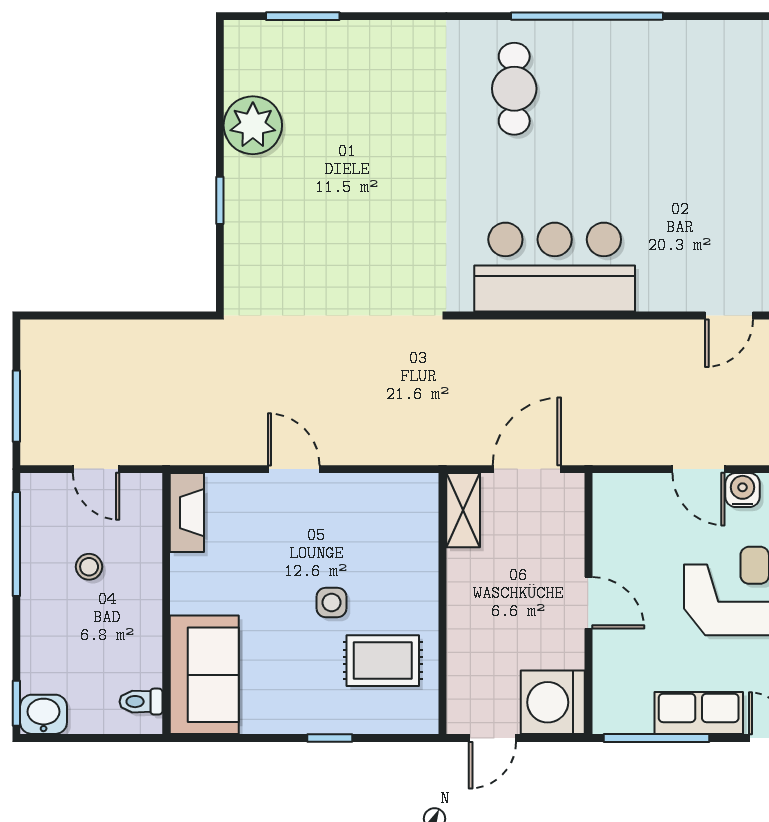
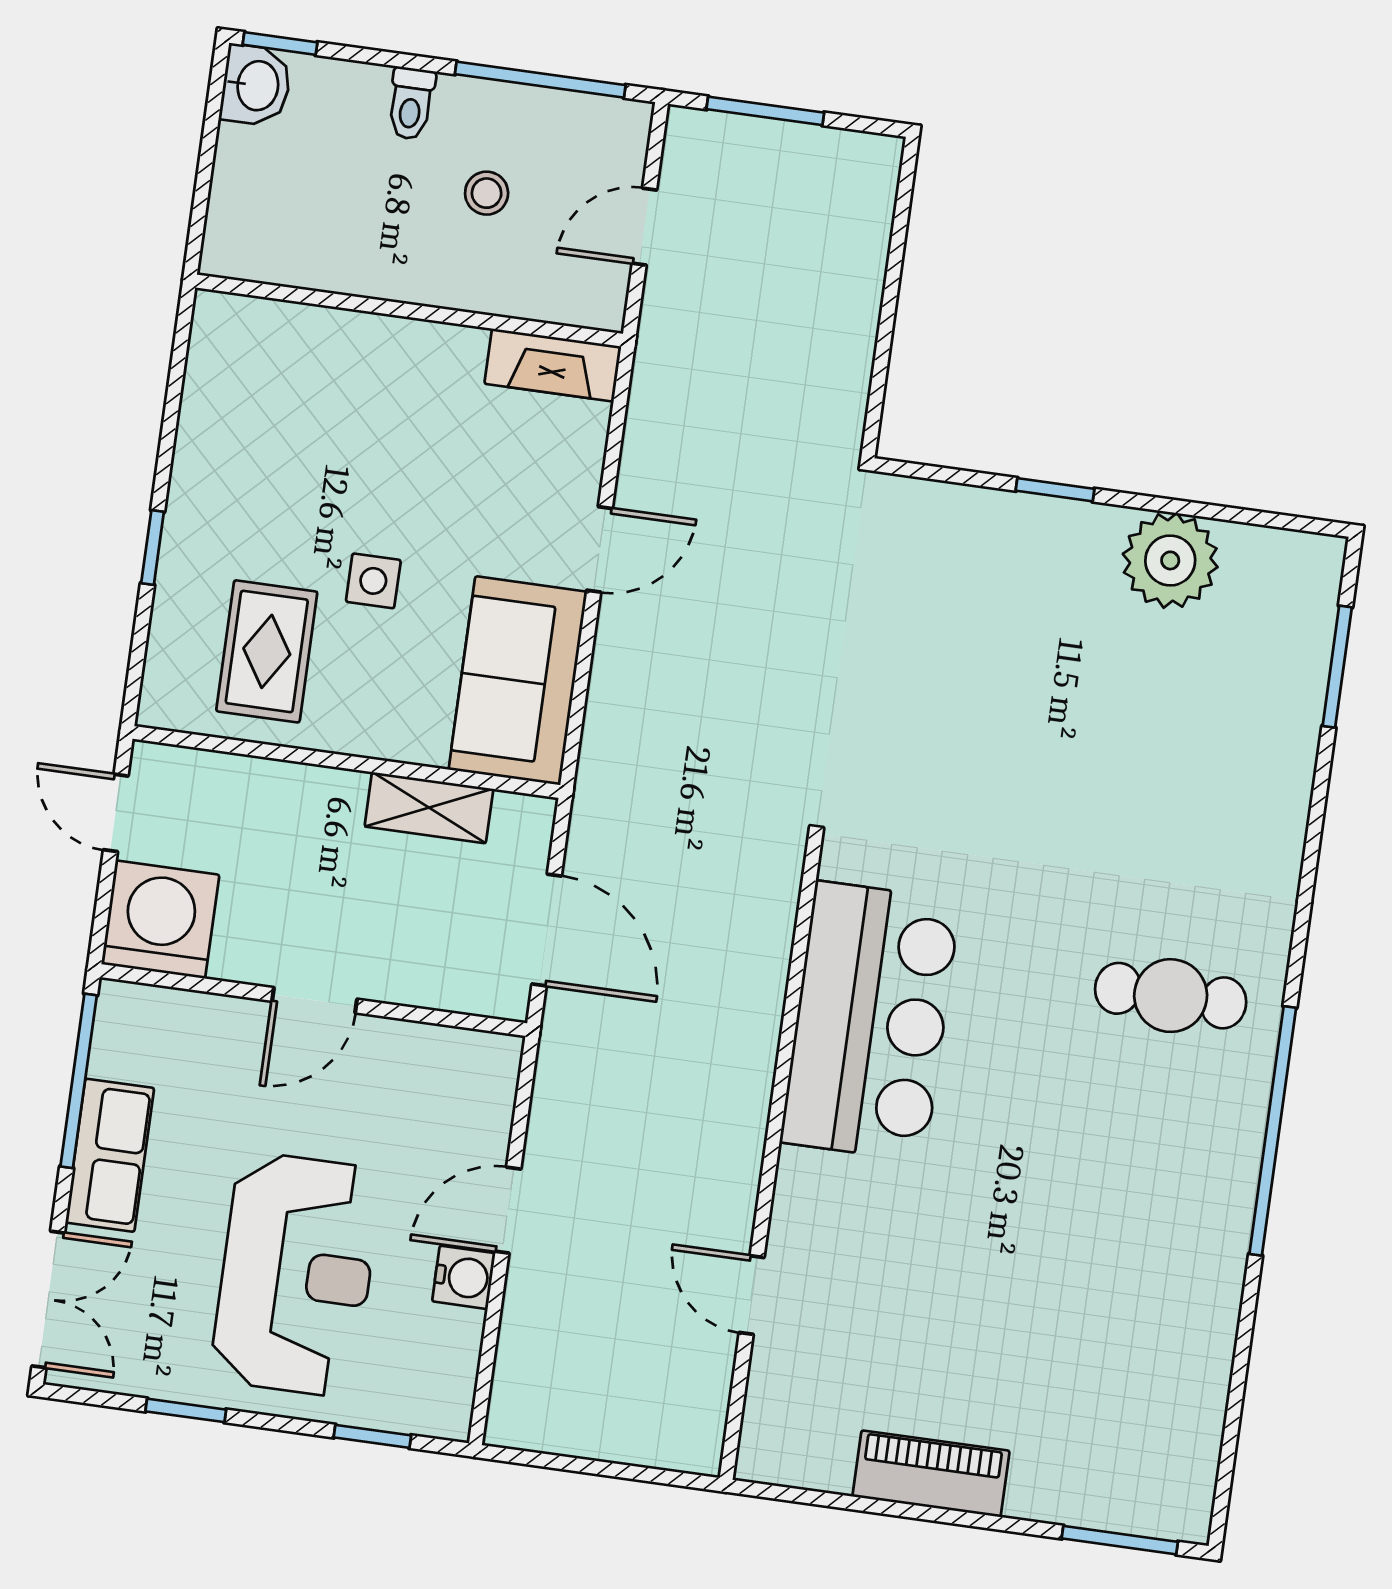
shelving: (463, 510) -> (429, 808), moved
sofa: (204, 675) -> (518, 681), moved, turned 90
toilet: (141, 702) -> (411, 103), moved, turned 180

